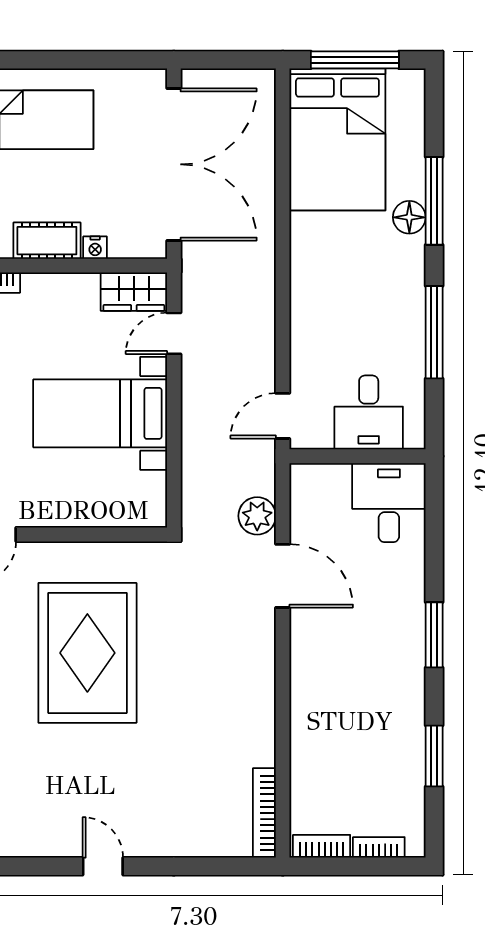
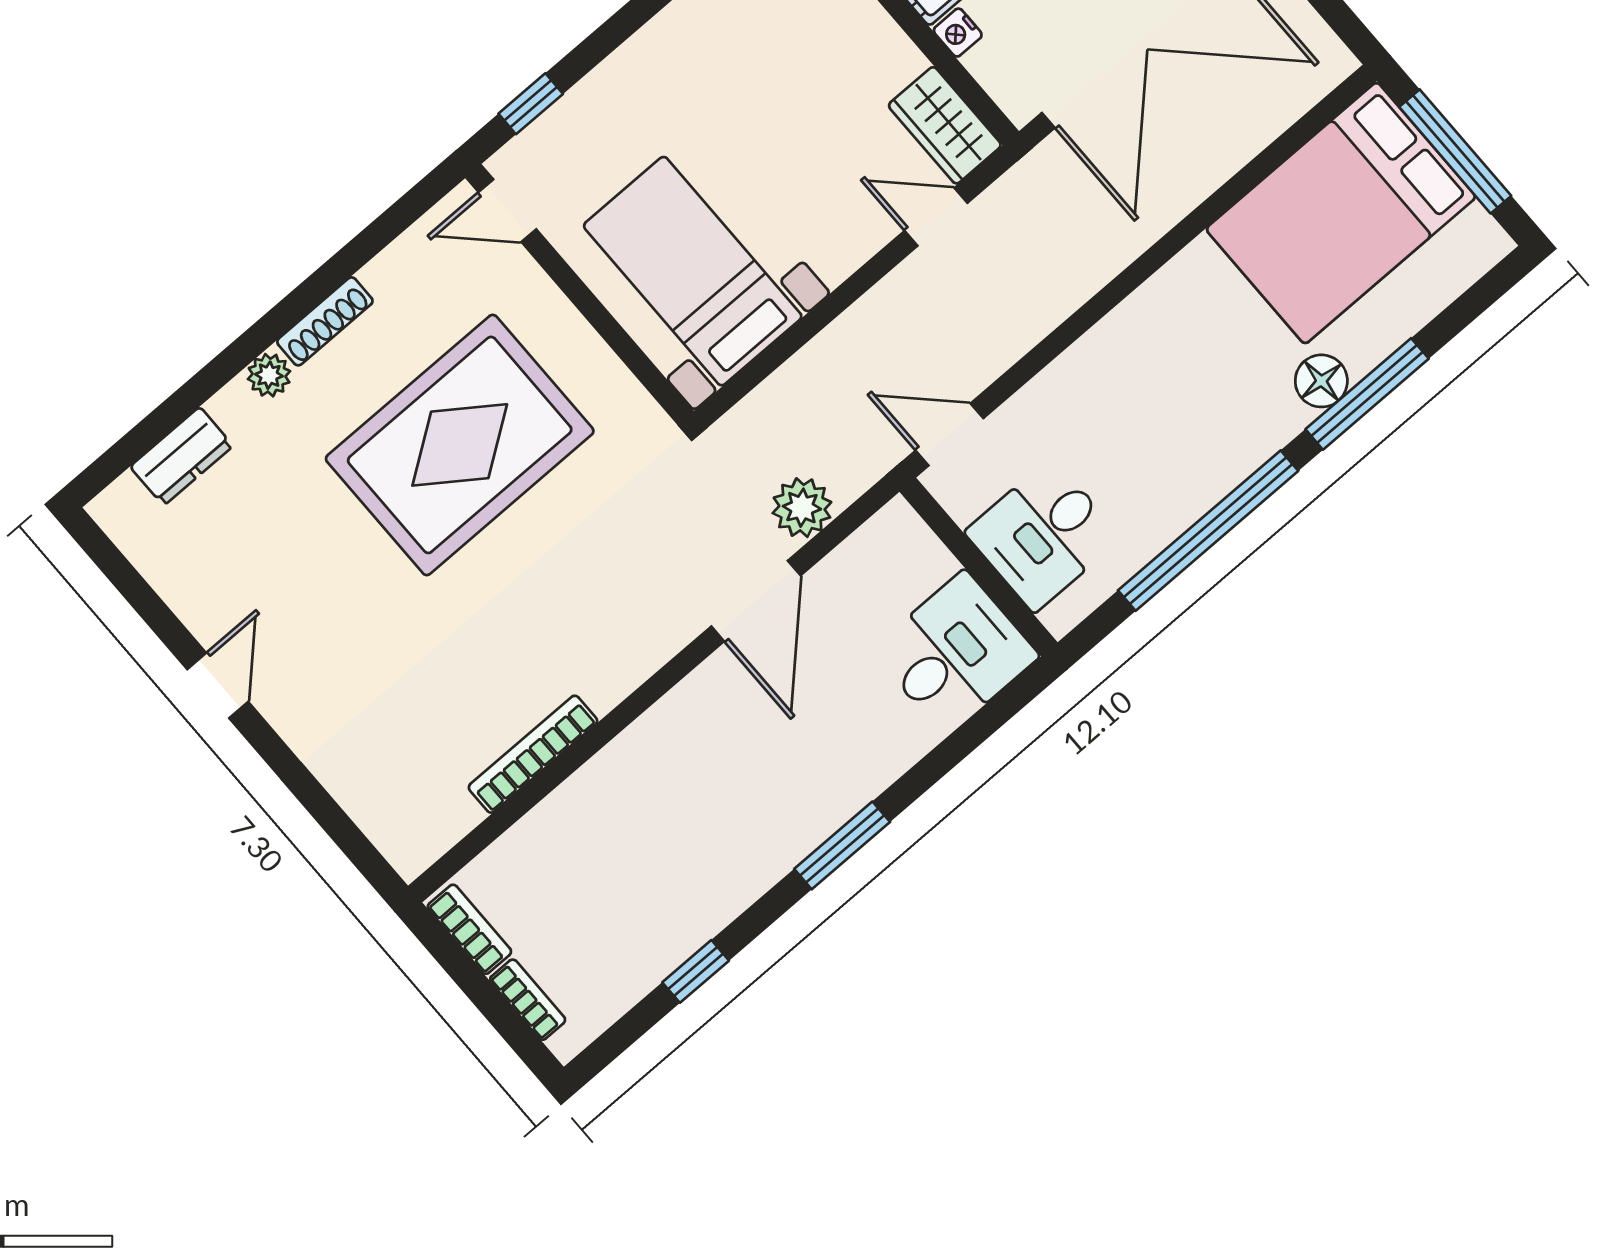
window: (434, 332) -> (1208, 531), width x1.46
bed with nightstands: (100, 413) -> (693, 271), moved
window: (434, 756) -> (696, 971), width x0.67
bookcase: (264, 813) -> (533, 754), moved

